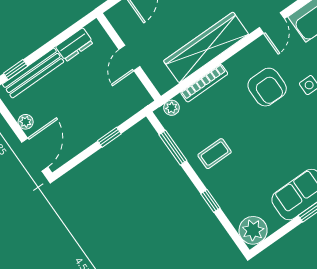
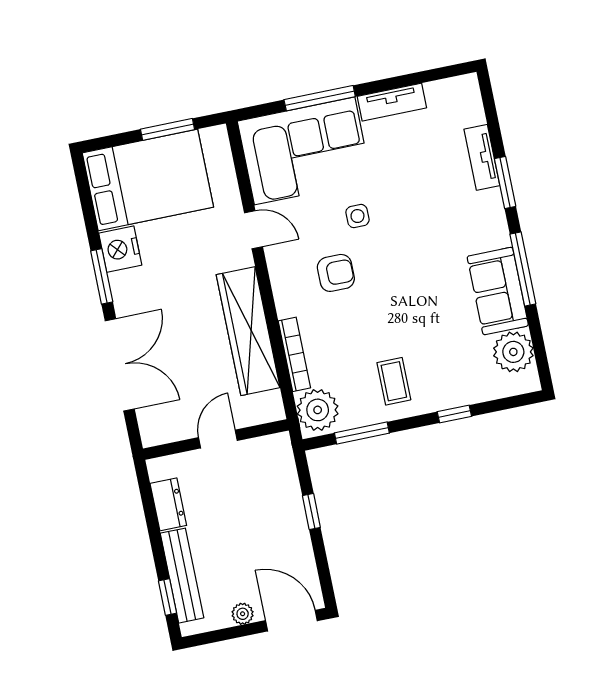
door: (129, 58) -> (218, 439), swing flipped
armchair: (267, 87) -> (336, 273), width x0.72, depth x0.72
plant: (172, 108) -> (318, 410), width x1.88, depth x1.88
plant: (253, 230) -> (513, 352), moved

